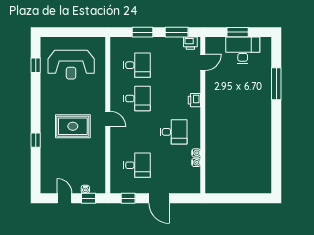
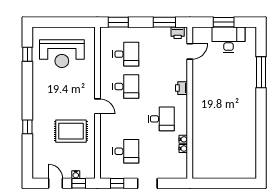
window: (143, 32) -> (118, 22), moved
rug: (73, 126) -> (71, 131), moved

